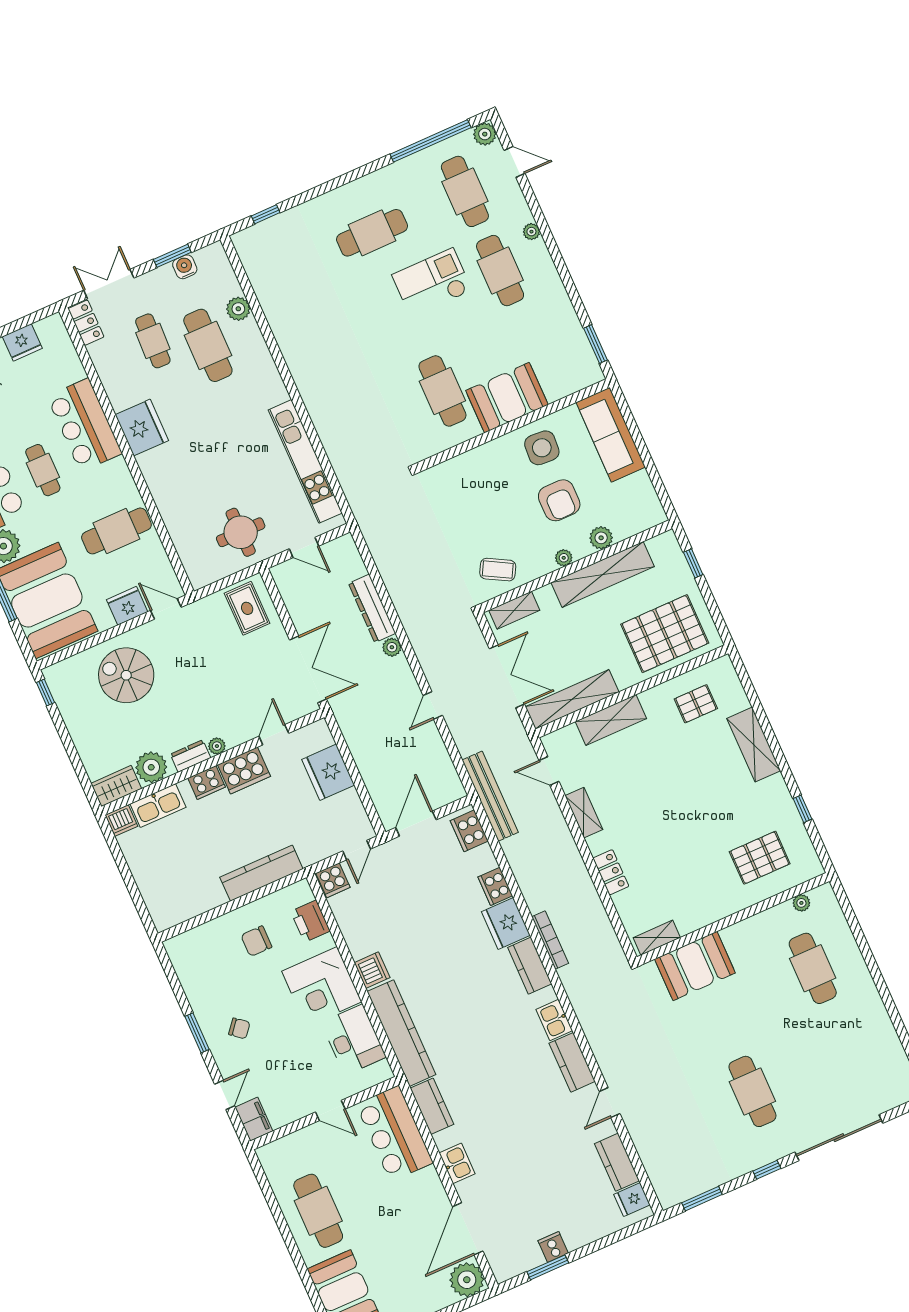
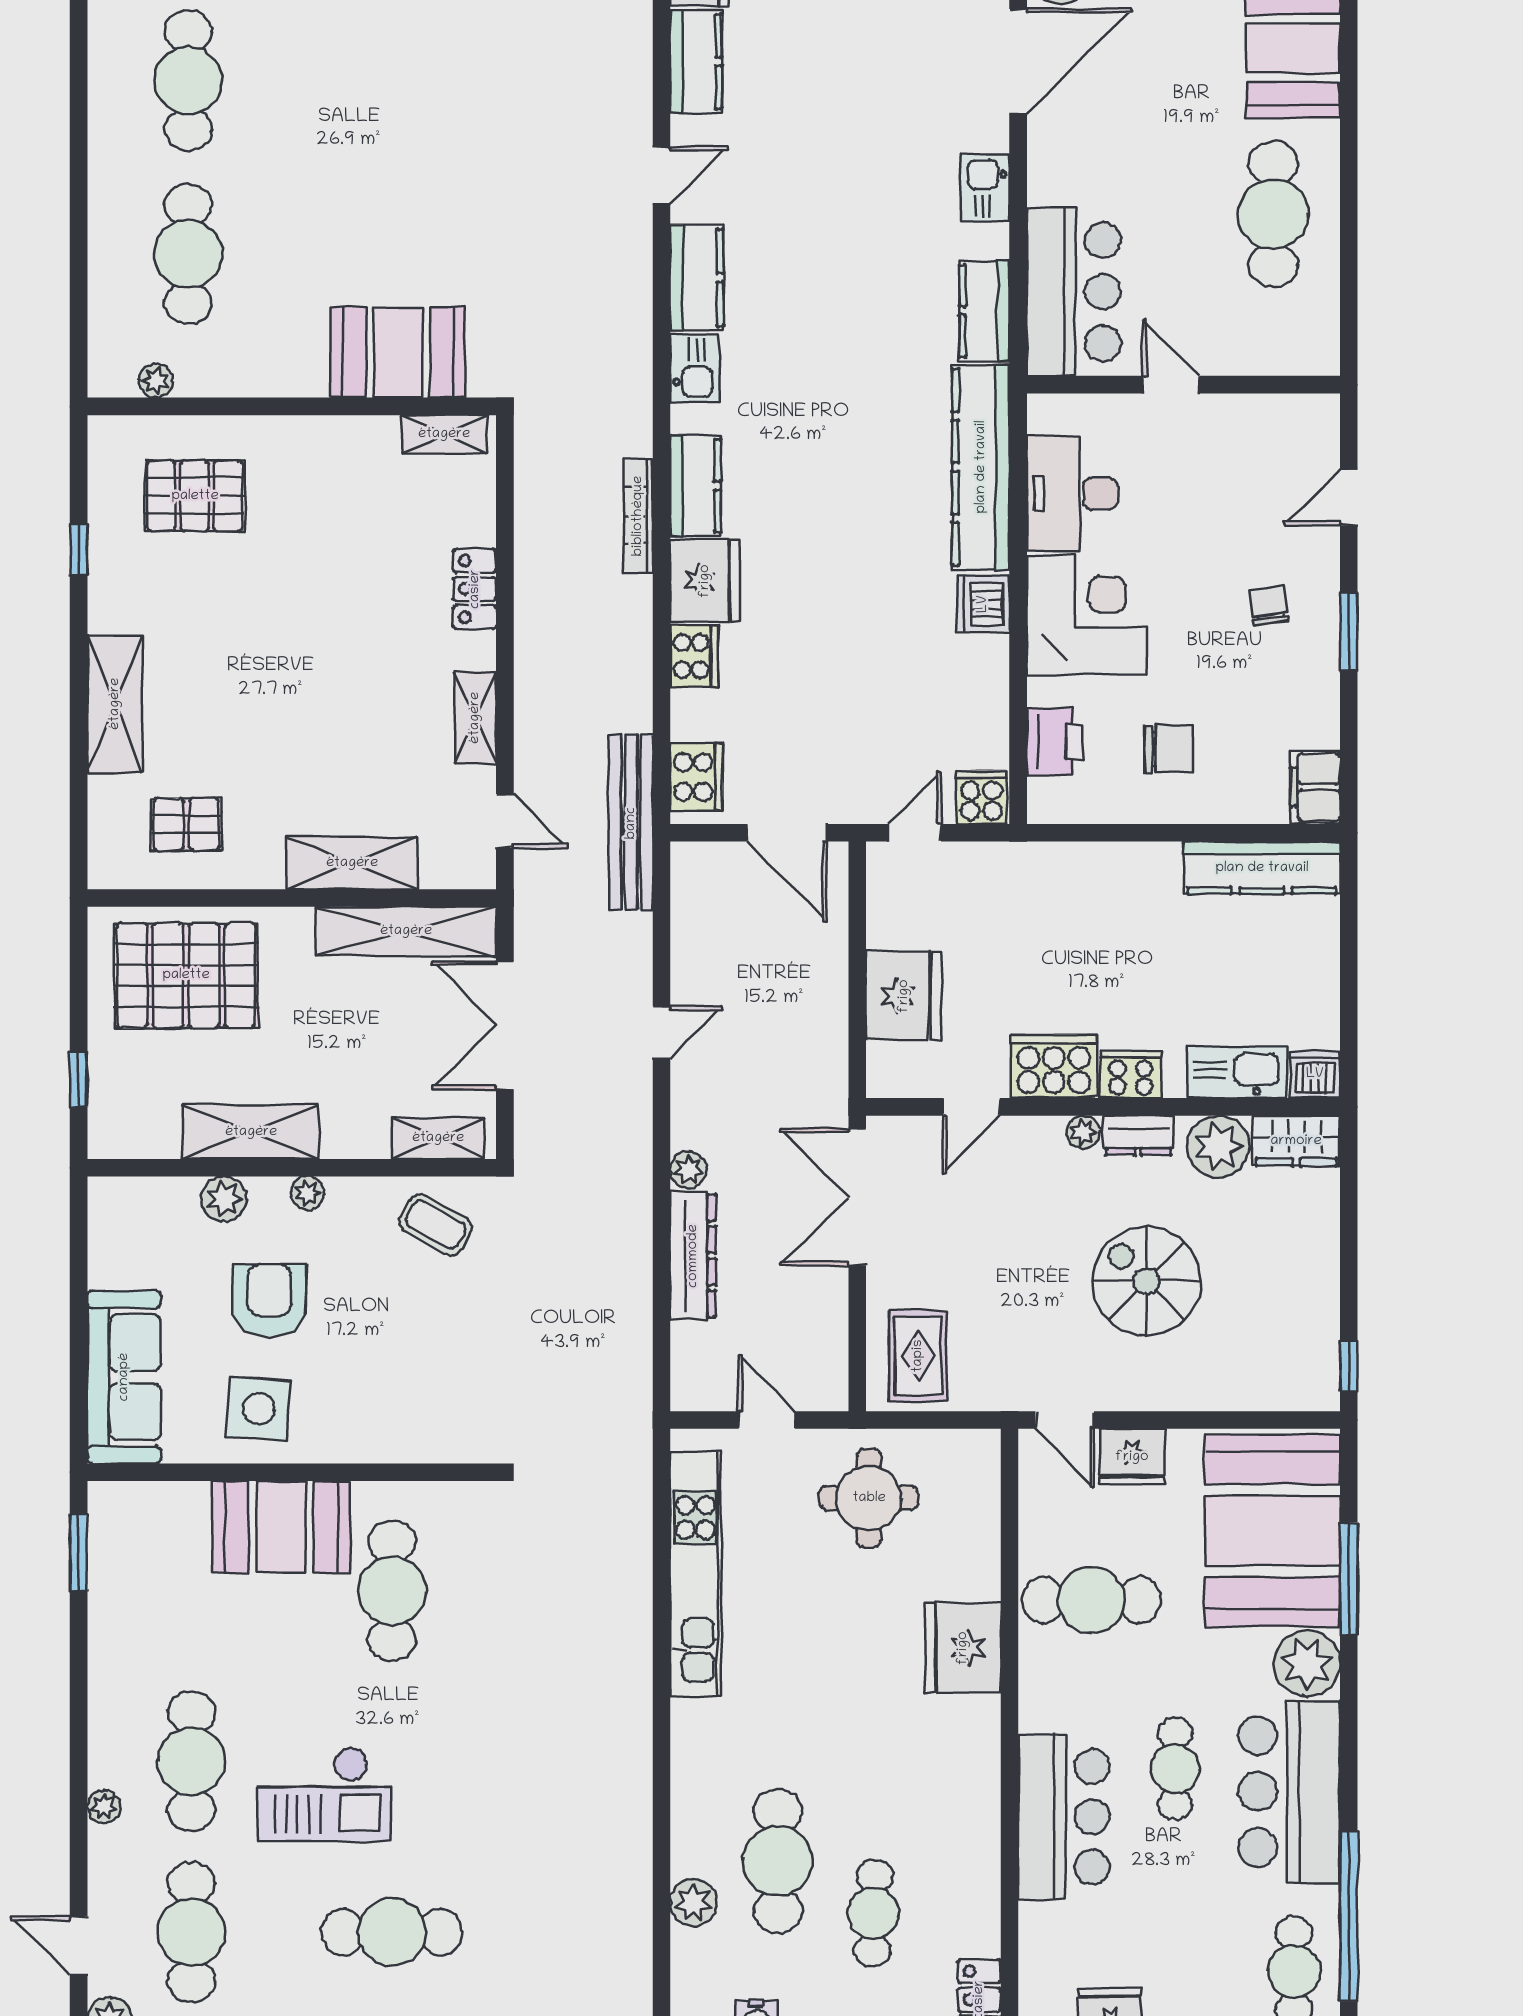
fridge: (142, 428) -> (963, 1648), moved
shelving: (603, 574) -> (251, 1132), width x0.68
spiral stairs: (126, 675) -> (1146, 1281), moved, turned 180
door: (416, 824) -> (787, 833), hinge flipped
kitchen counter: (261, 873) -> (1262, 868), moved
chair: (239, 1028) -> (1269, 606), turned 43
cafe table: (752, 1091) -> (188, 80), moved
filing cabinet: (254, 1119) -> (1315, 787), moved

